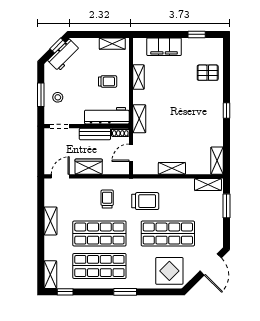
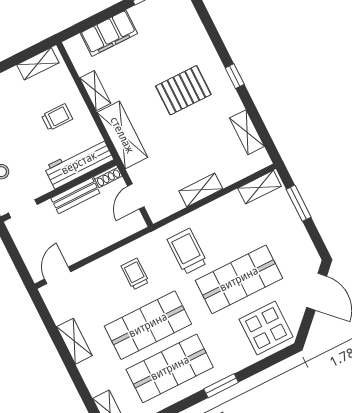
pallet: (208, 73) -> (183, 90), moved, width x1.50, depth x1.42
shelving: (139, 119) -> (122, 135), width x1.50, depth x1.33
shelving: (217, 161) -> (247, 132), moved
wardrobe: (89, 167) -> (89, 243), removed
trolley: (145, 201) -> (187, 251), turned -90

